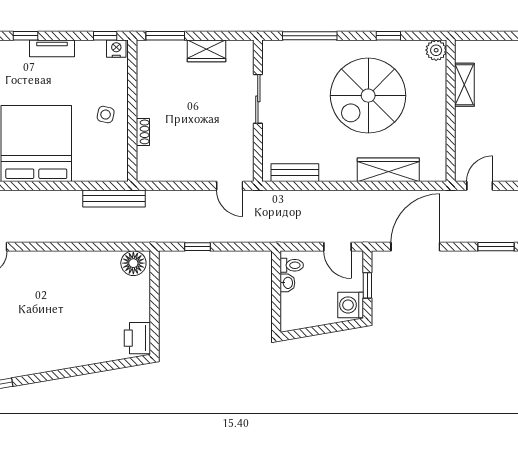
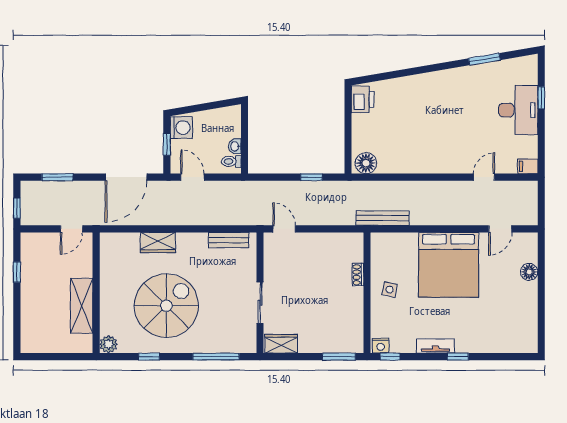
wardrobe: (207, 51) -> (281, 344), moved
shelving: (464, 85) -> (82, 306), width x1.50, depth x1.33
wardrobe: (388, 170) -> (158, 243), width x0.67

